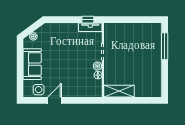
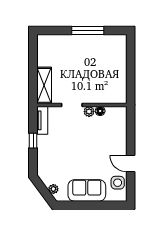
window: (88, 20) -> (33, 141), moved
window: (165, 46) -> (88, 30), moved
shelving: (119, 91) -> (44, 85), moved

